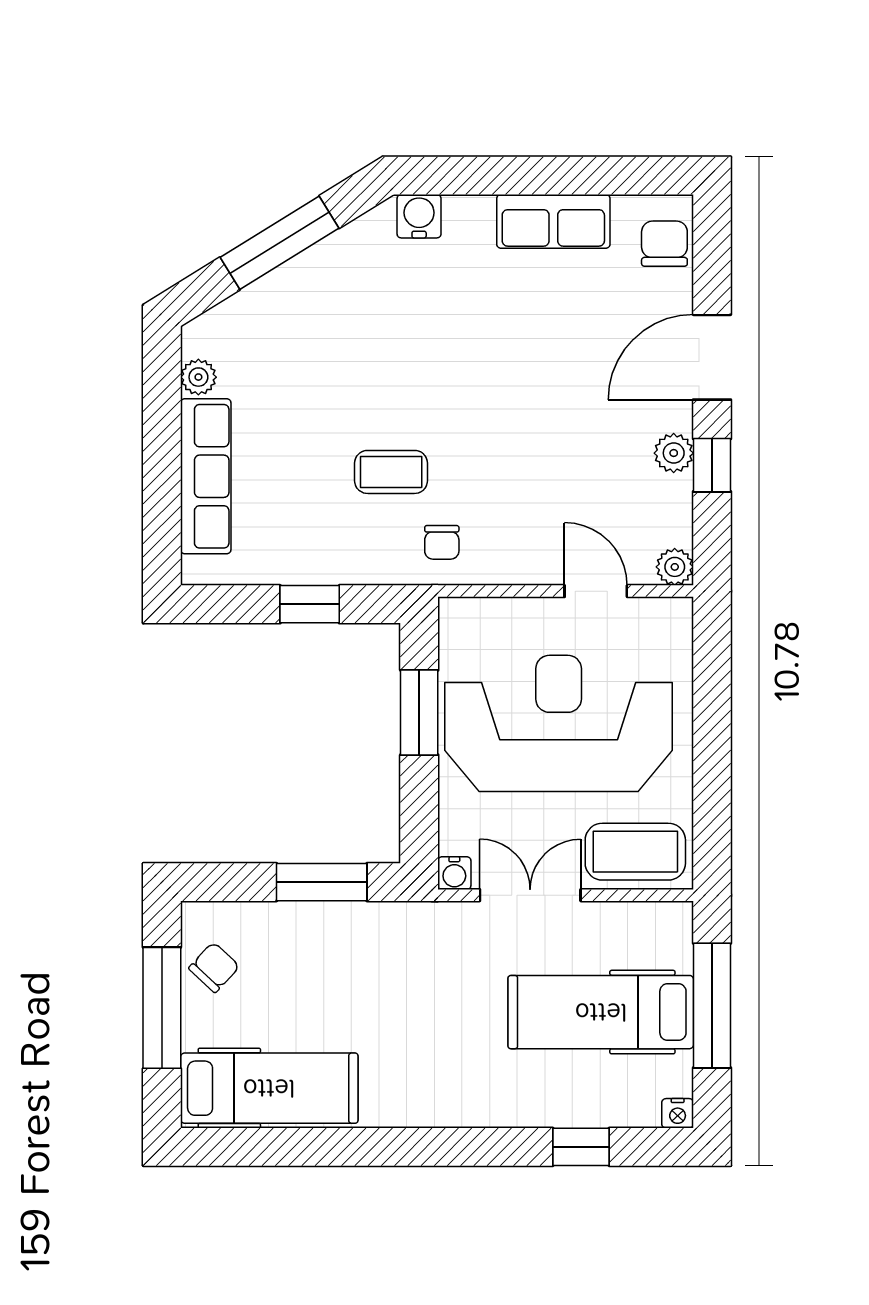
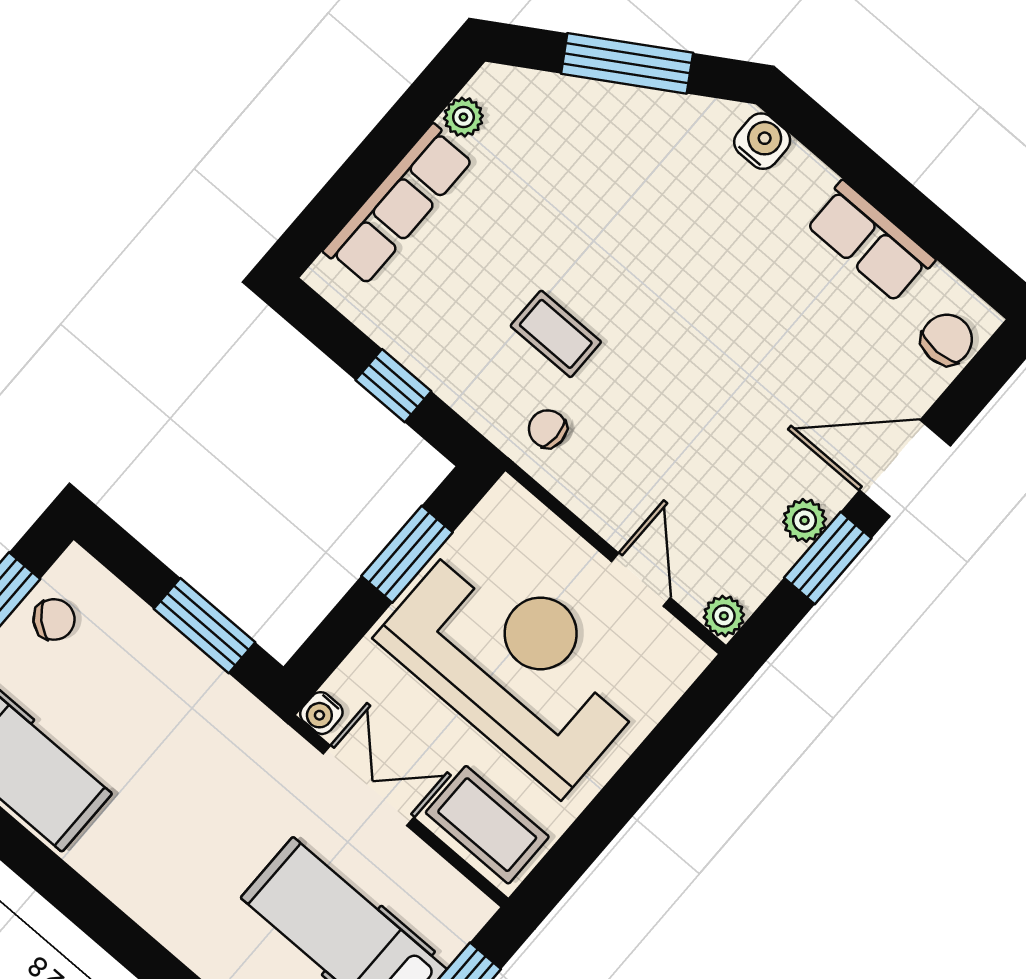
window: (712, 465) -> (828, 558), width x1.50
chair: (442, 542) -> (548, 429), turned 90

